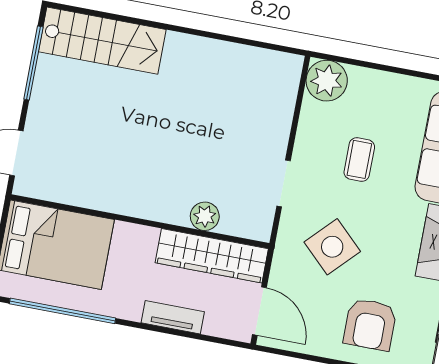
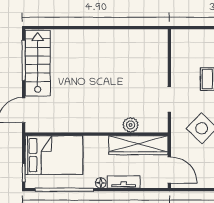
stairs: (102, 41) -> (38, 63), moved, turned -90
plant: (327, 81) -> (182, 40), removed
floor lamp: (131, 311) -> (101, 183), added

